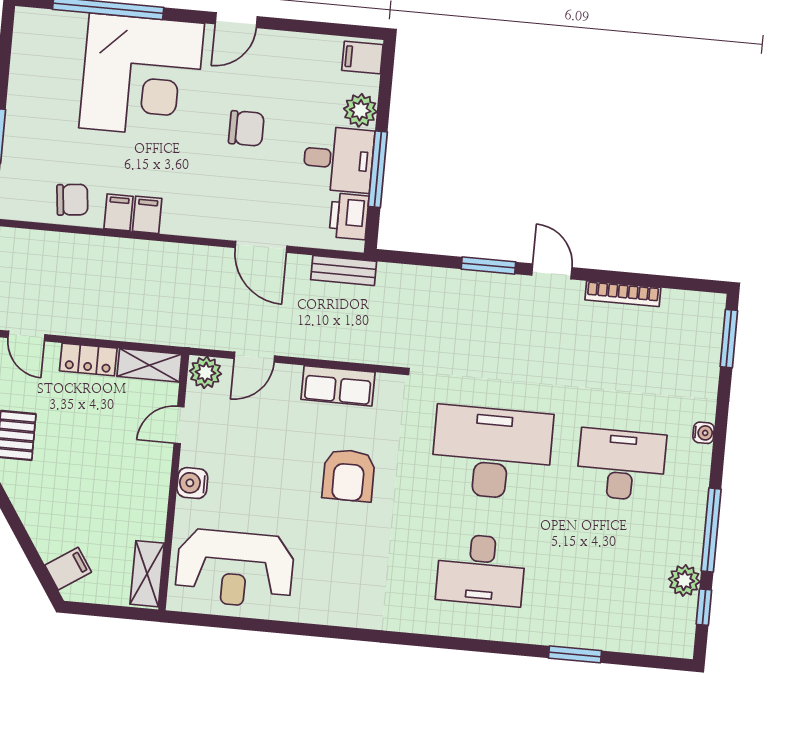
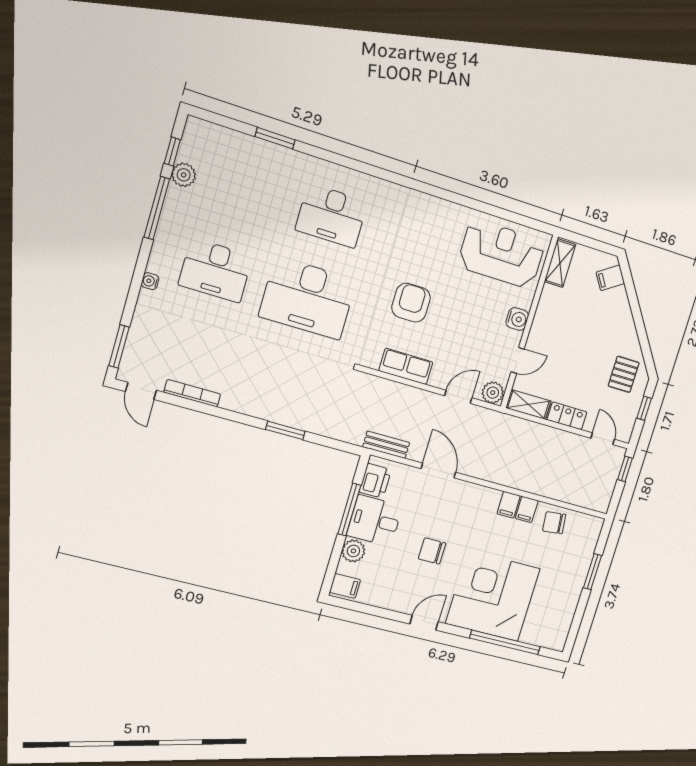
door: (552, 271) -> (141, 391), moved
desk: (481, 570) -> (331, 216), turned 180

